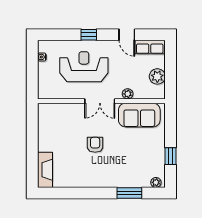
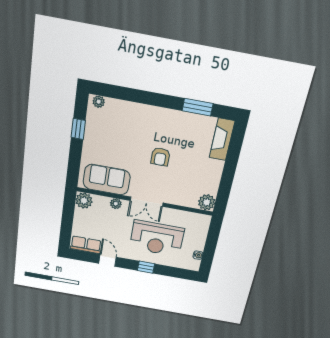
plant: (157, 76) -> (84, 201), moved
double door: (100, 101) -> (147, 202), swing flipped
plant: (45, 111) -> (207, 202), added
window: (129, 193) -> (198, 107), moved

